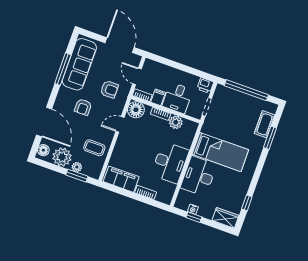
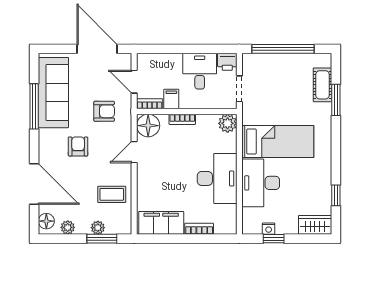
desk: (177, 98) -> (200, 71), moved, turned 180
armchair: (83, 107) -> (78, 146), turned 180
plant: (176, 122) -> (228, 123), moved
plant: (62, 157) -> (68, 227), width x0.53, depth x0.53

